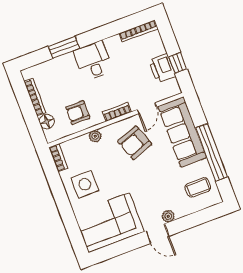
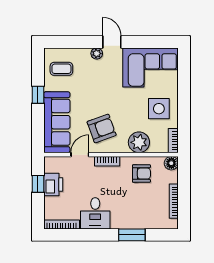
desk: (93, 61) -> (95, 213), moved
floor lamp: (47, 121) -> (171, 163), moved
plant: (95, 136) -> (139, 142), width x1.87, depth x1.87
window: (212, 152) -> (38, 95), width x0.32

